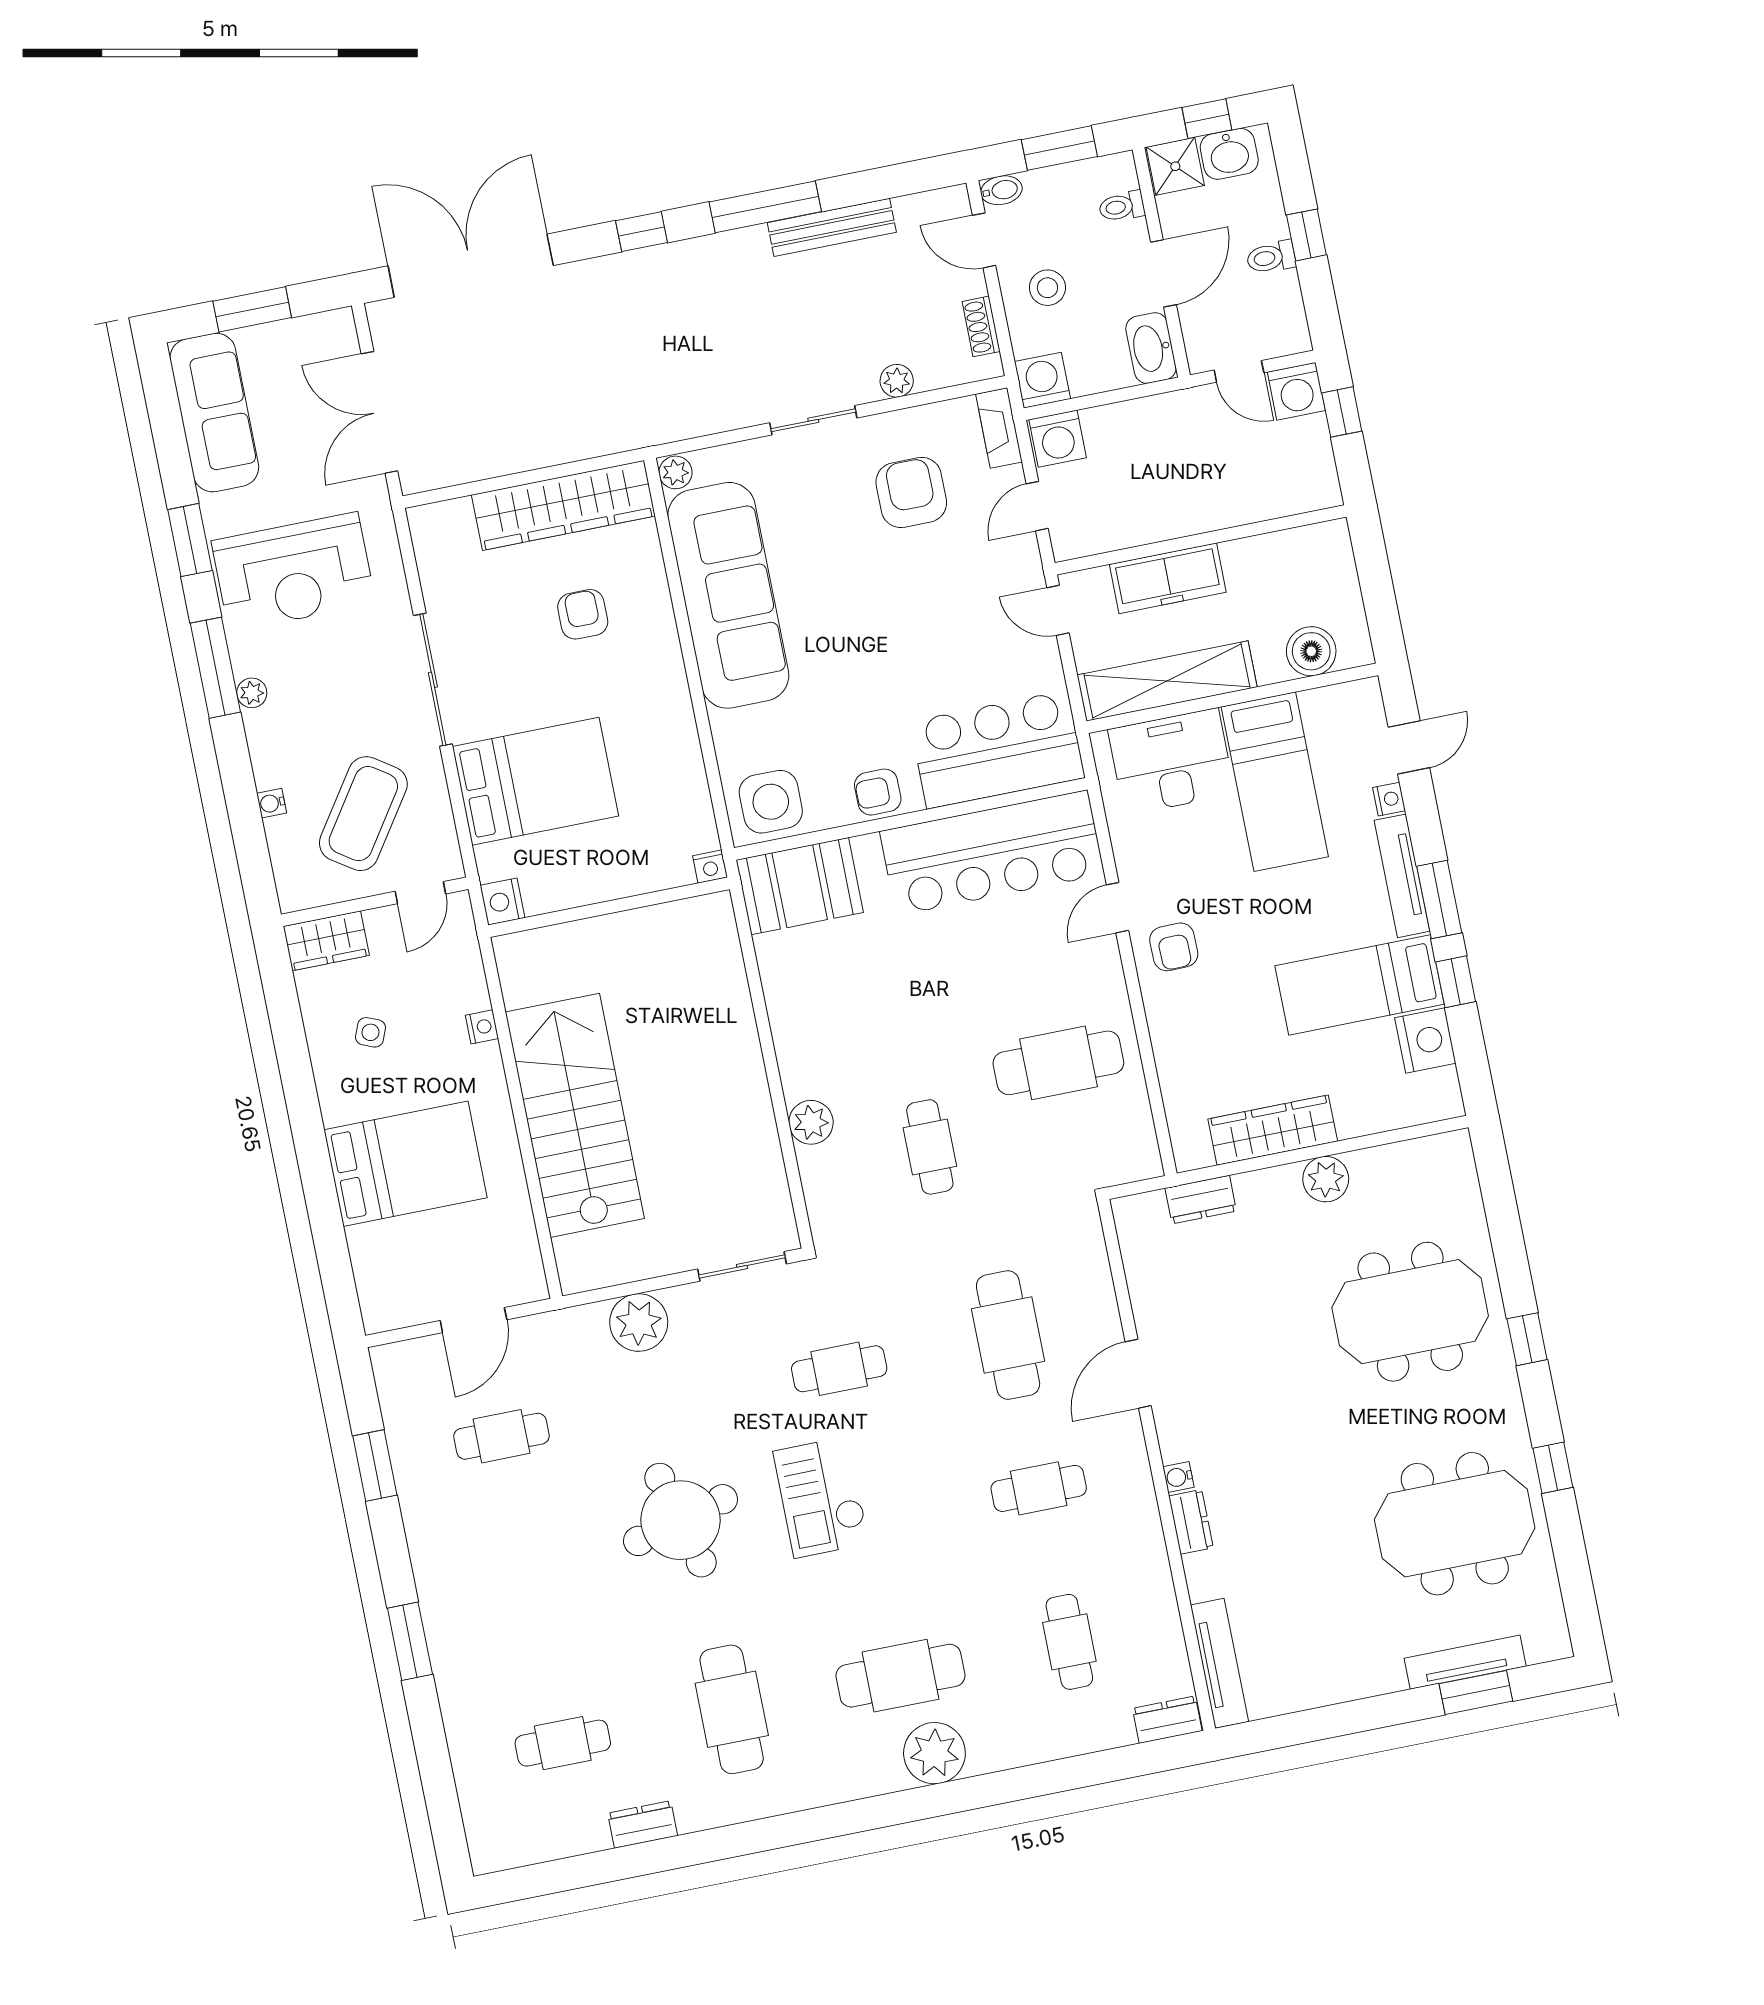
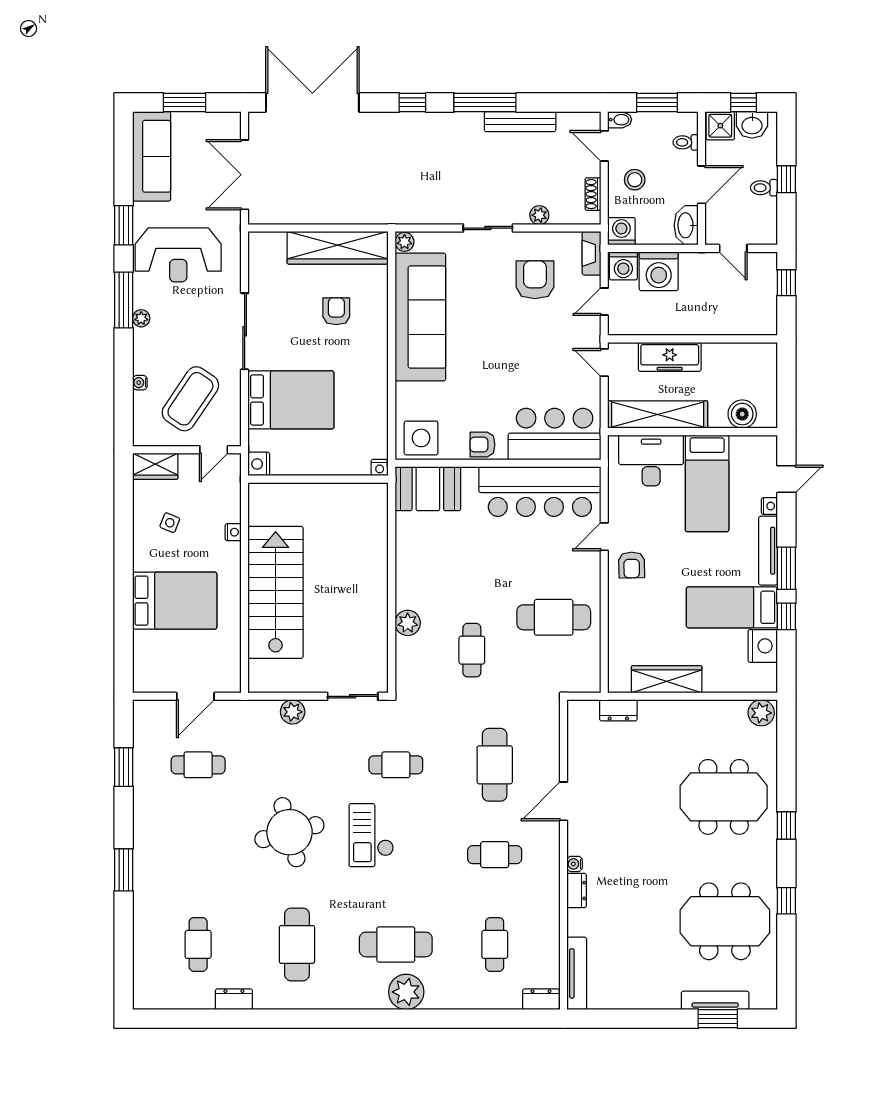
washing machine: (1296, 391) -> (659, 271), moved, width x1.37, depth x1.37
plant: (1326, 1179) -> (761, 713), moved
plant: (639, 1323) -> (293, 712), width x0.73, depth x0.73
cafe table: (563, 1743) -> (198, 944), turned 90

